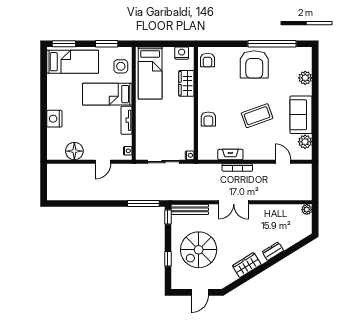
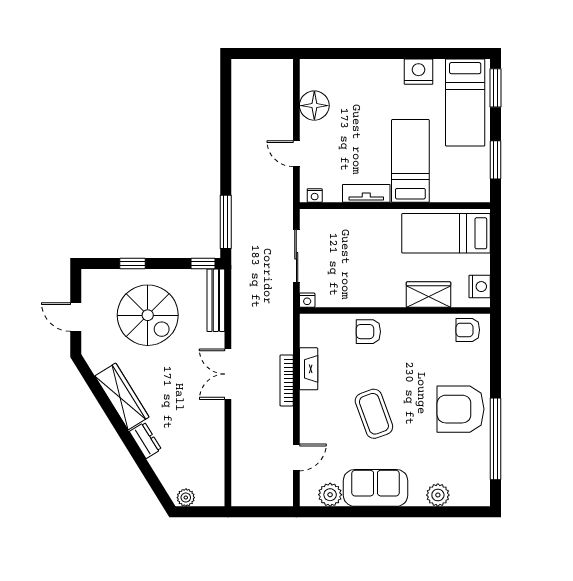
side table: (121, 66) -> (457, 184), removed
nightstand: (54, 119) -> (418, 72), moved
plant: (307, 209) -> (186, 498), moved
spiral stairs: (199, 250) -> (148, 315), turned 180
wardrobe: (247, 265) -> (122, 396), width x1.50

